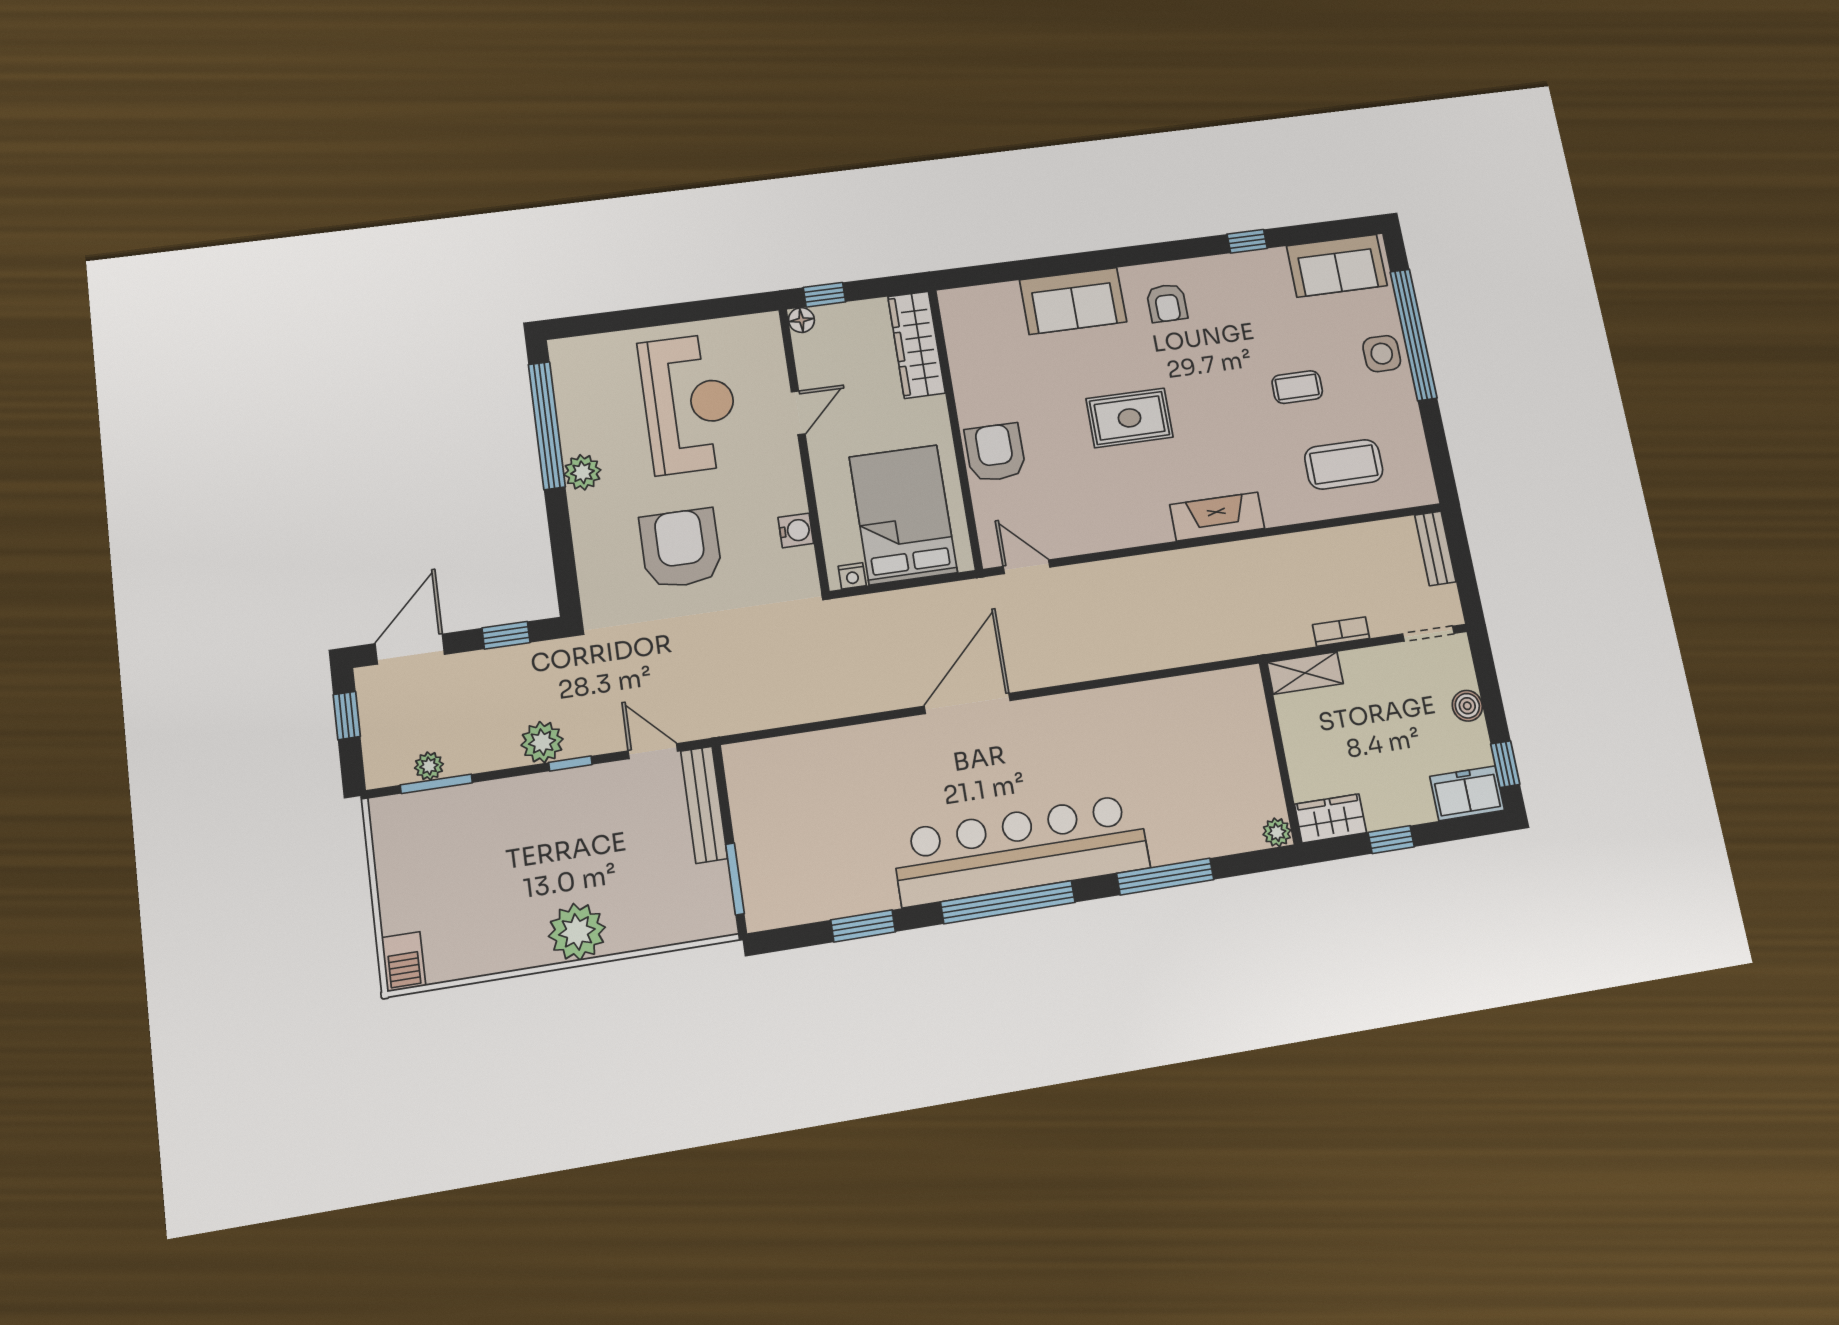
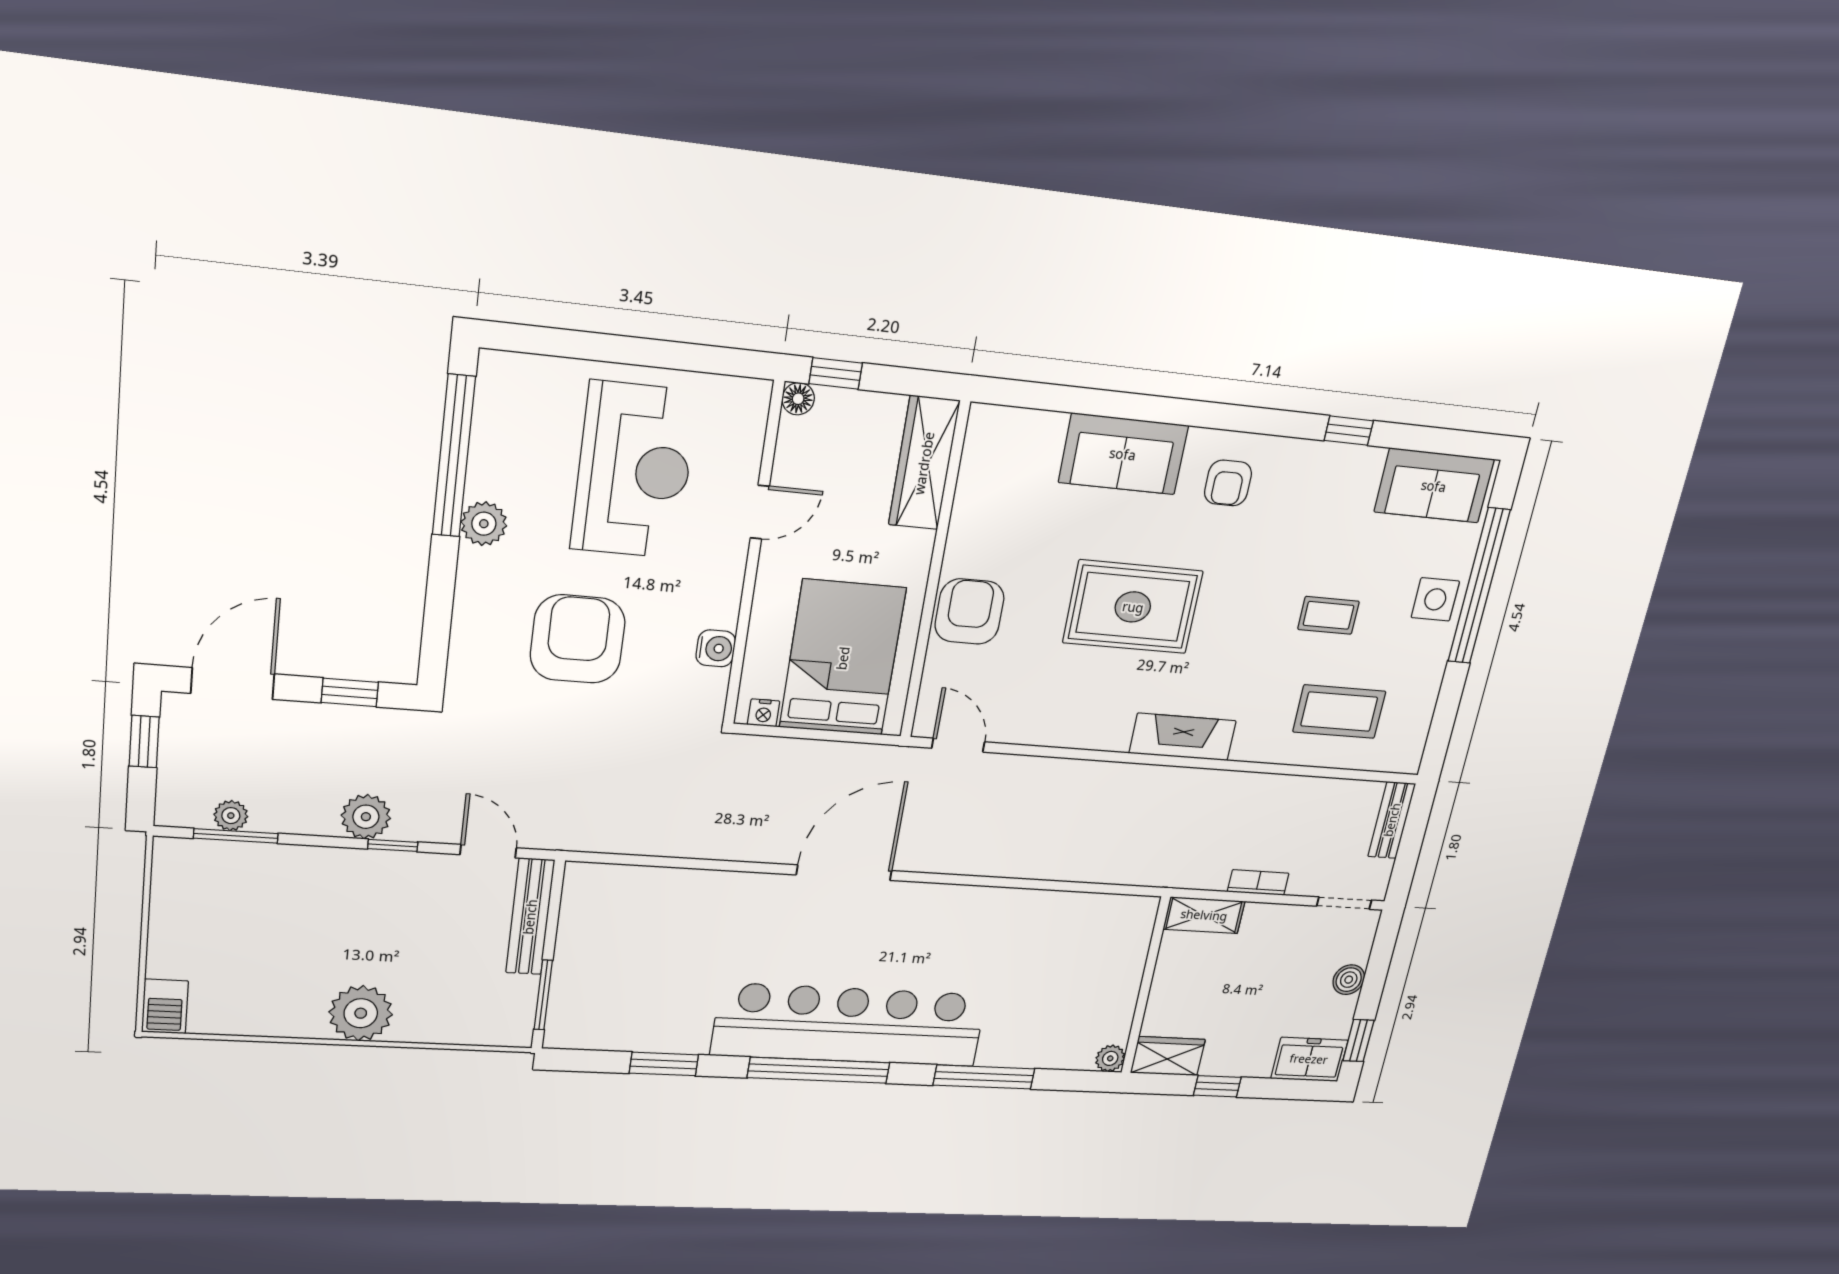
rug: (1130, 418) -> (1133, 607), width x1.36, depth x1.43

